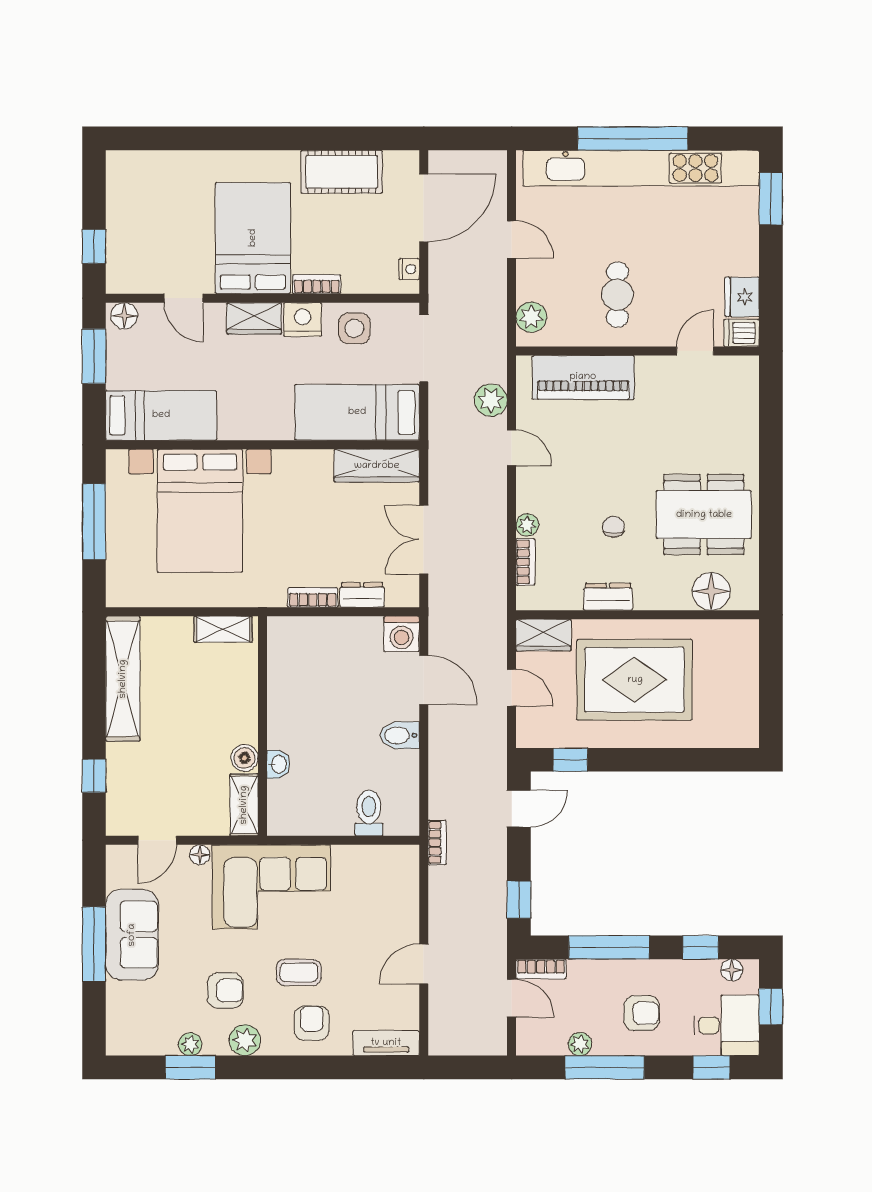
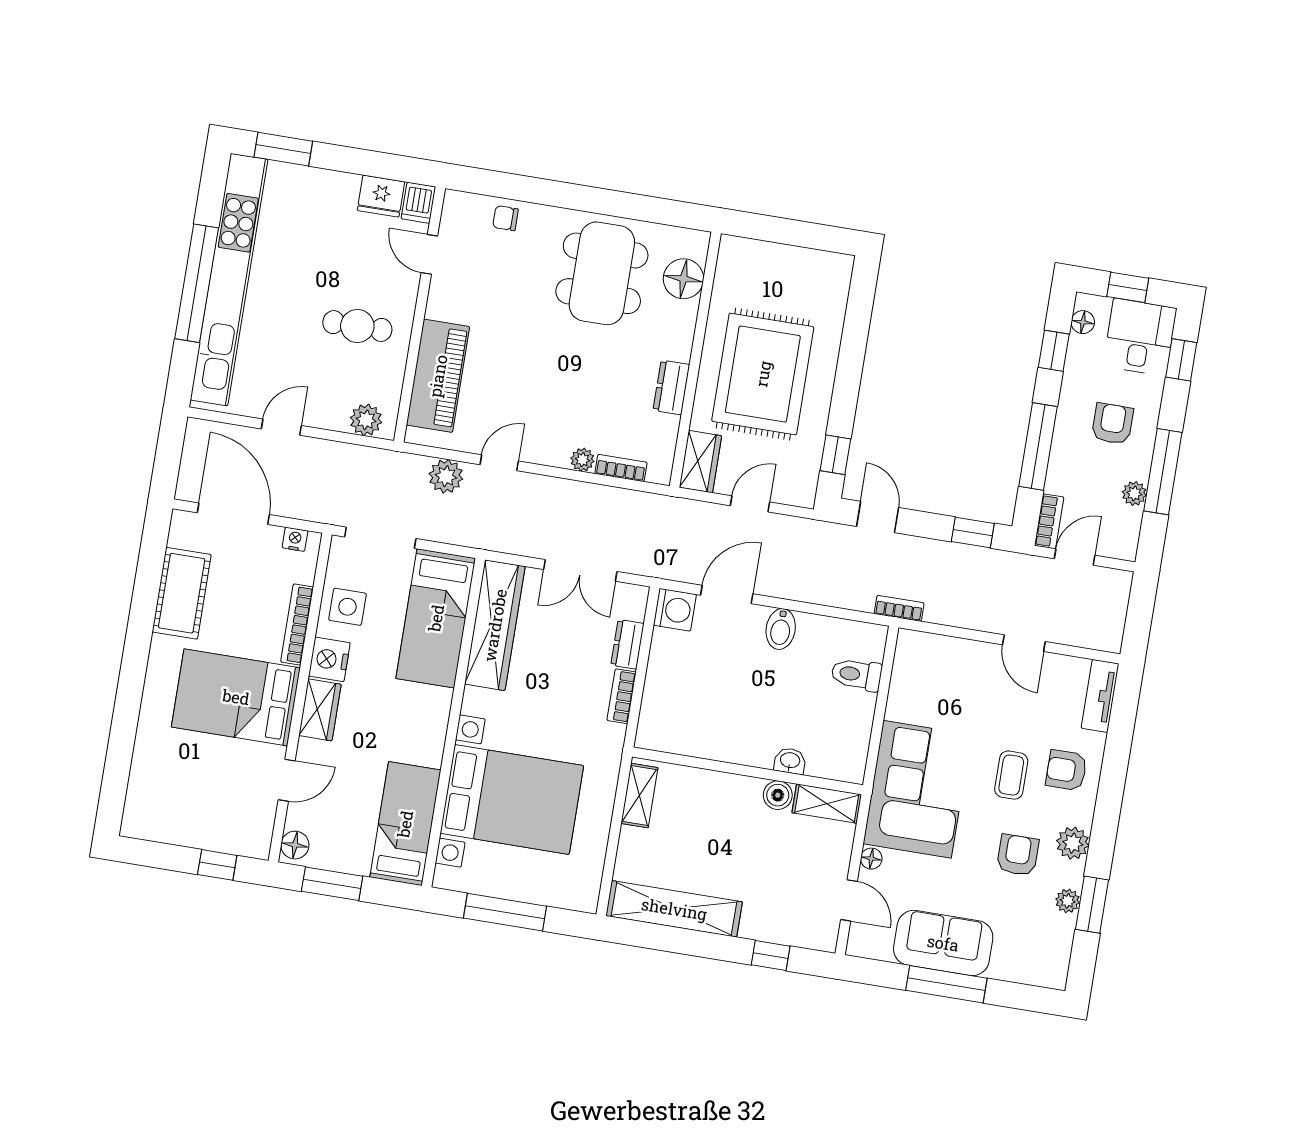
bookcase: (317, 284) -> (297, 624), width x1.56
wardrobe: (377, 466) -> (495, 625), width x1.40, depth x1.17
chair: (613, 527) -> (505, 218), moved

